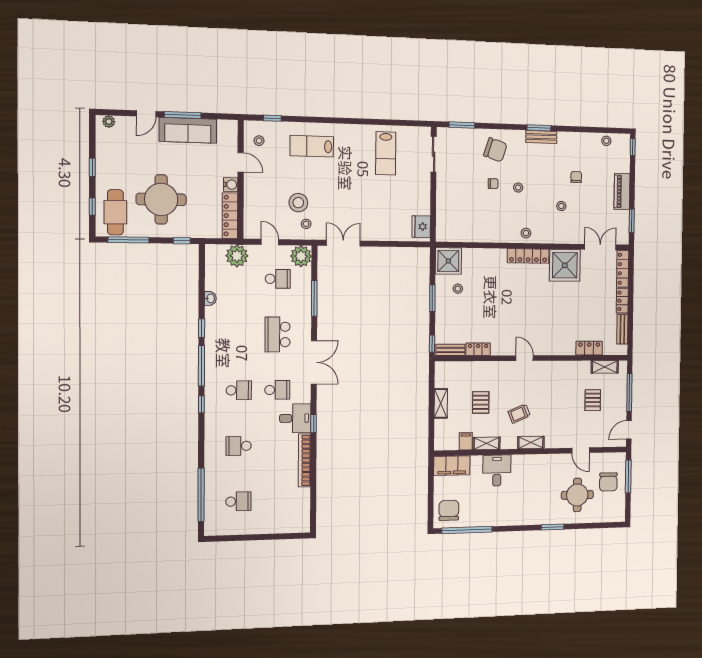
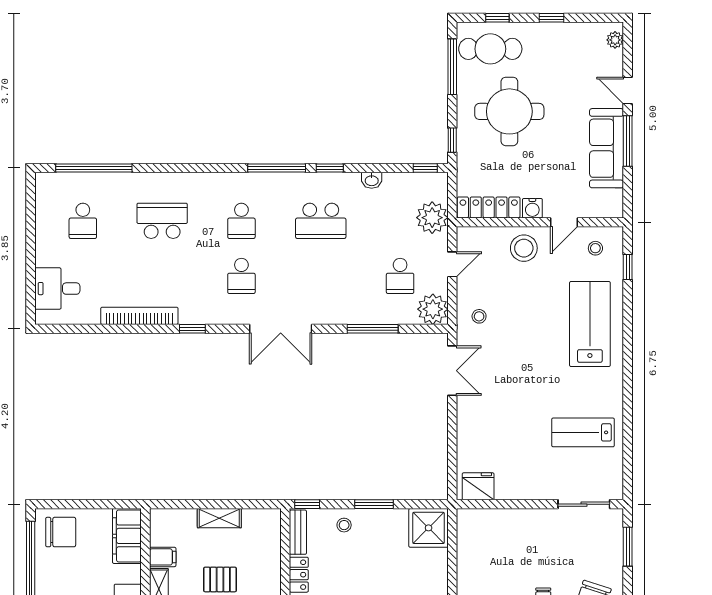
lab bench: (312, 146) -> (590, 324), width x1.36, depth x1.39
stool: (298, 203) -> (524, 248), moved
stool: (458, 289) -> (344, 525), moved
school desk: (278, 334) -> (321, 221), moved, turned 180
window: (201, 404) -> (425, 168), moved
desk: (295, 418) -> (57, 289), moved, turned 90
school desk: (239, 446) -> (162, 221), width x1.85

